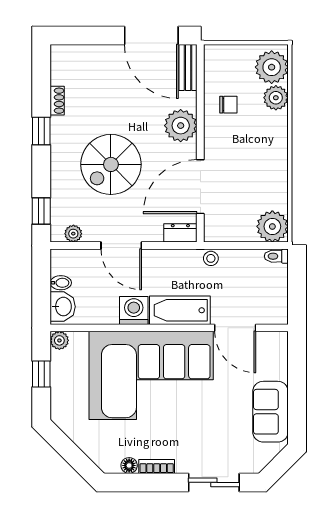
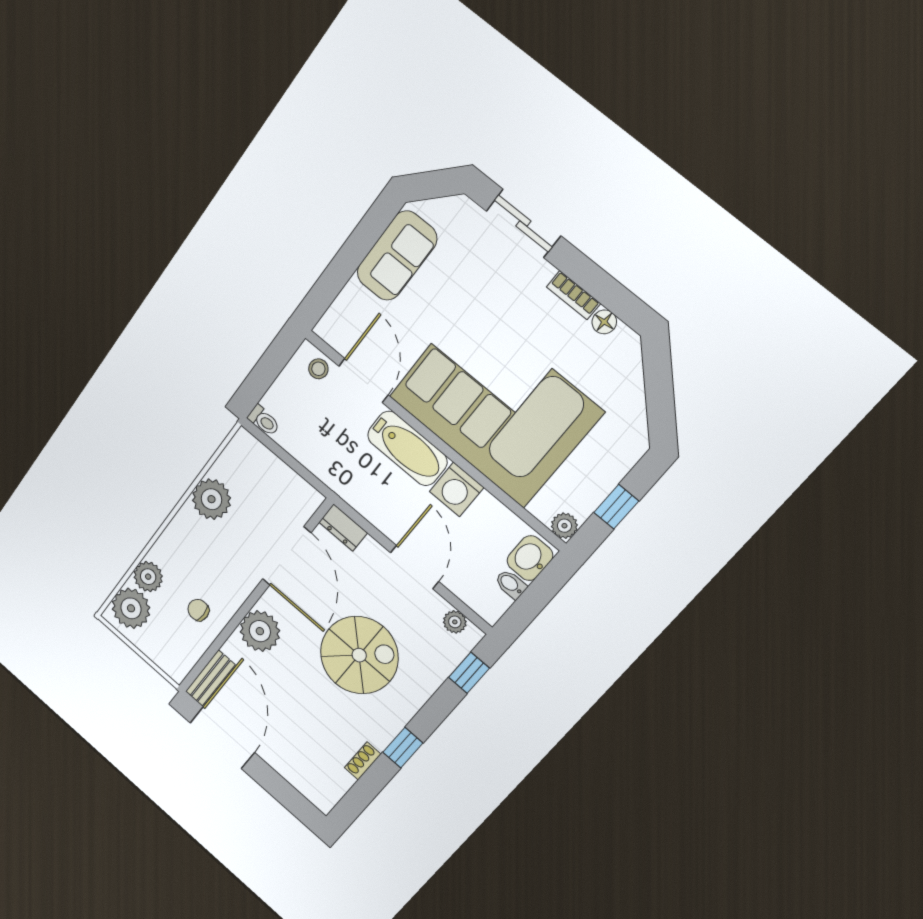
door: (200, 187) -> (287, 556), hinge flipped
plant: (272, 226) -> (211, 499), moved
stool: (211, 258) -> (318, 369), moved

